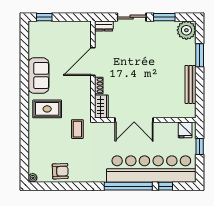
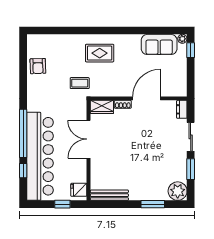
door: (93, 62) -> (147, 98), hinge flipped
sofa: (38, 76) -> (159, 44), moved
bench: (191, 84) -> (109, 195), moved
rug: (47, 109) -> (100, 53), turned 90
plant: (33, 178) -> (182, 39), moved

